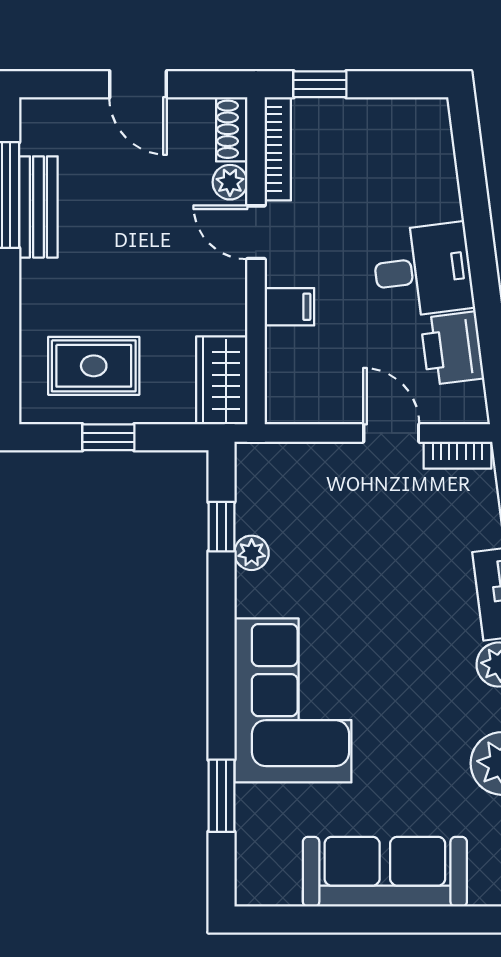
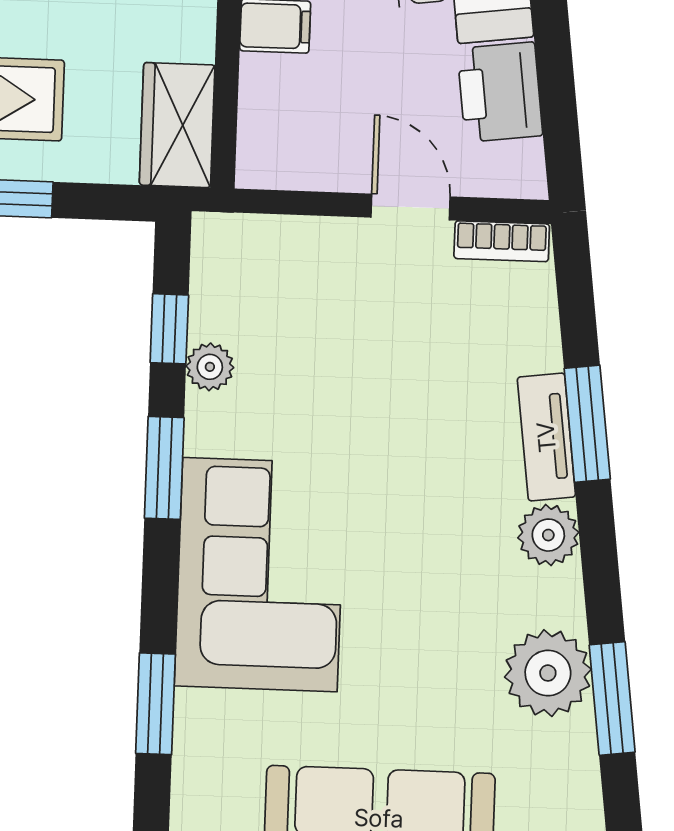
window: (221, 626) -> (164, 468), added

